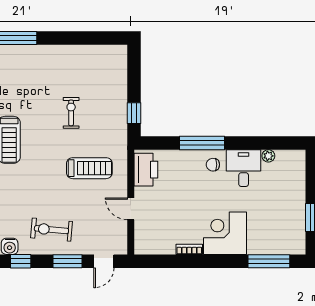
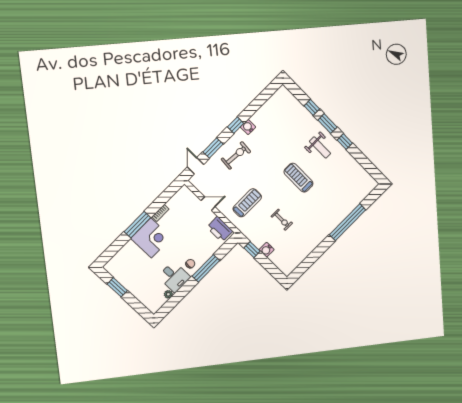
water cooler: (119, 97) -> (267, 250), added
treadmill: (89, 168) -> (247, 203), turned 180
window: (269, 261) -> (137, 225), moved

